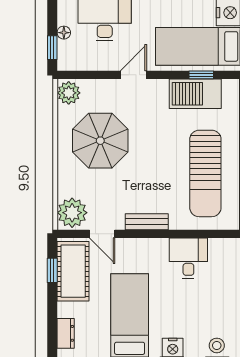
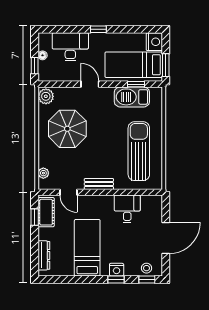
door: (134, 75) -> (90, 84), hinge flipped
sun lounger: (205, 173) -> (139, 151), turned 180
plant: (72, 213) -> (43, 173), width x0.53, depth x0.53
cot: (73, 271) -> (46, 212), width x0.73, depth x0.75
dresser: (66, 333) -> (44, 255), width x1.44

